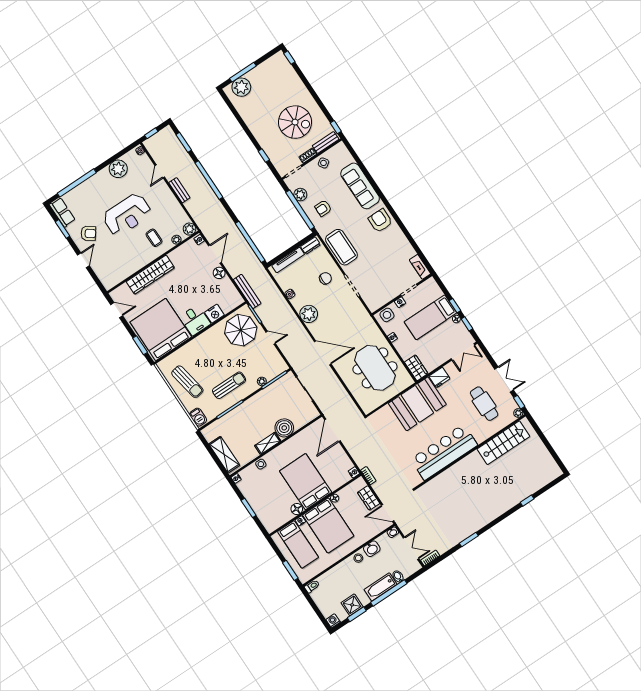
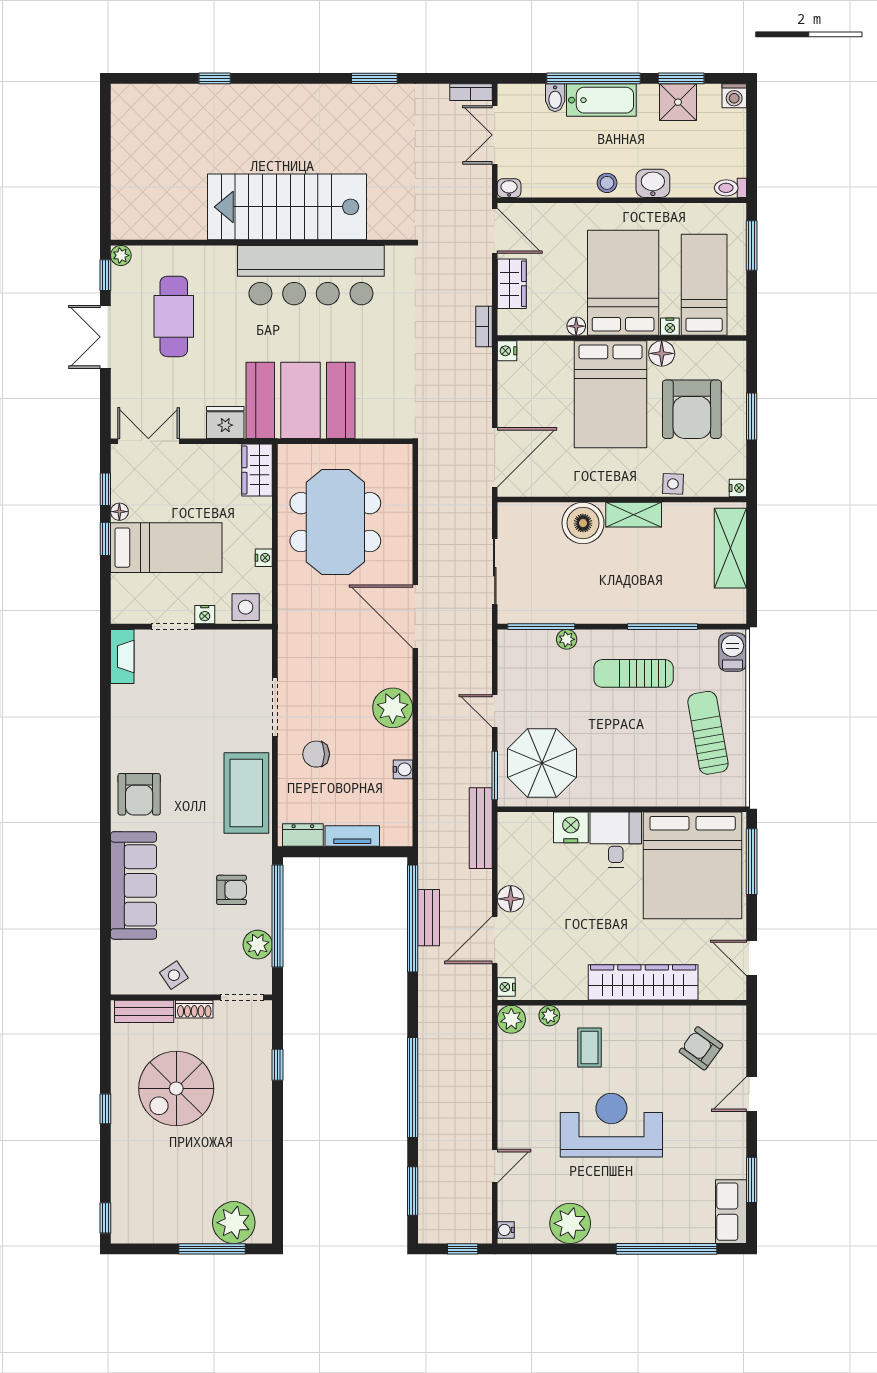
spiral stairs: (295, 122) -> (176, 1089), turned -90
window: (336, 127) -> (105, 1109), moved
bench: (179, 190) -> (429, 918), moved
armchair: (88, 233) -> (701, 1048), moved
tv unit: (288, 260) -> (352, 836), width x0.71
window: (140, 345) -> (752, 862), width x1.44
stairs: (503, 443) -> (287, 207), moved, width x1.36, depth x1.51
armchair: (272, 496) -> (692, 409), added
washbasin: (372, 549) -> (653, 183), moved

